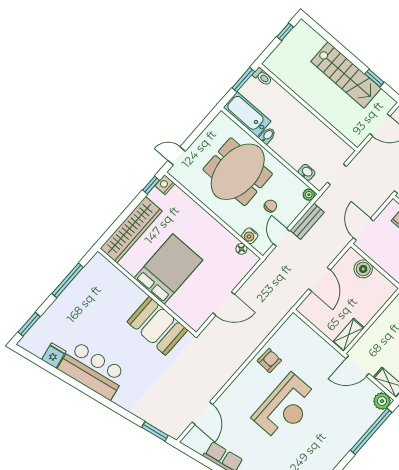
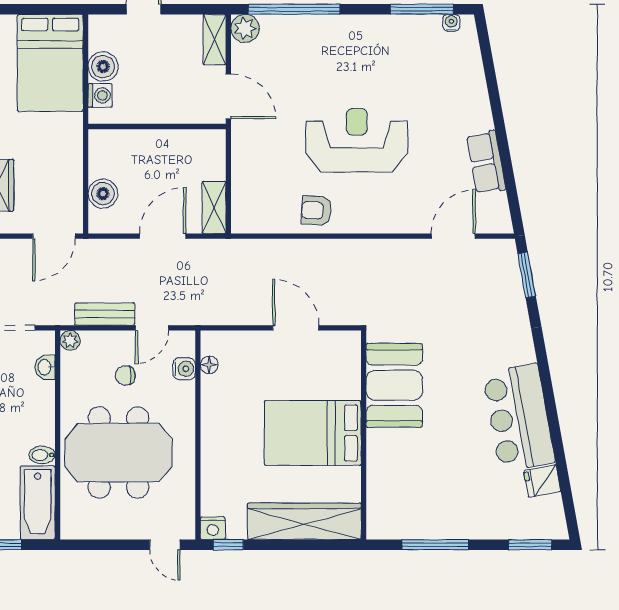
shelving: (348, 335) -> (214, 207), moved, turned 90

